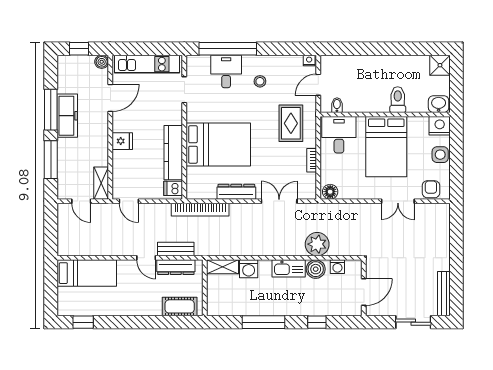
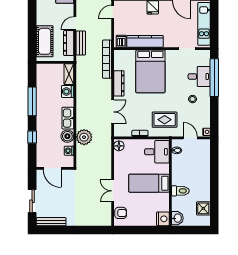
shower: (440, 65) -> (203, 208), moved
bed: (386, 147) -> (149, 183), width x0.67
side table: (440, 155) -> (144, 219), removed
cot: (180, 306) -> (45, 41), width x1.37, depth x1.34

